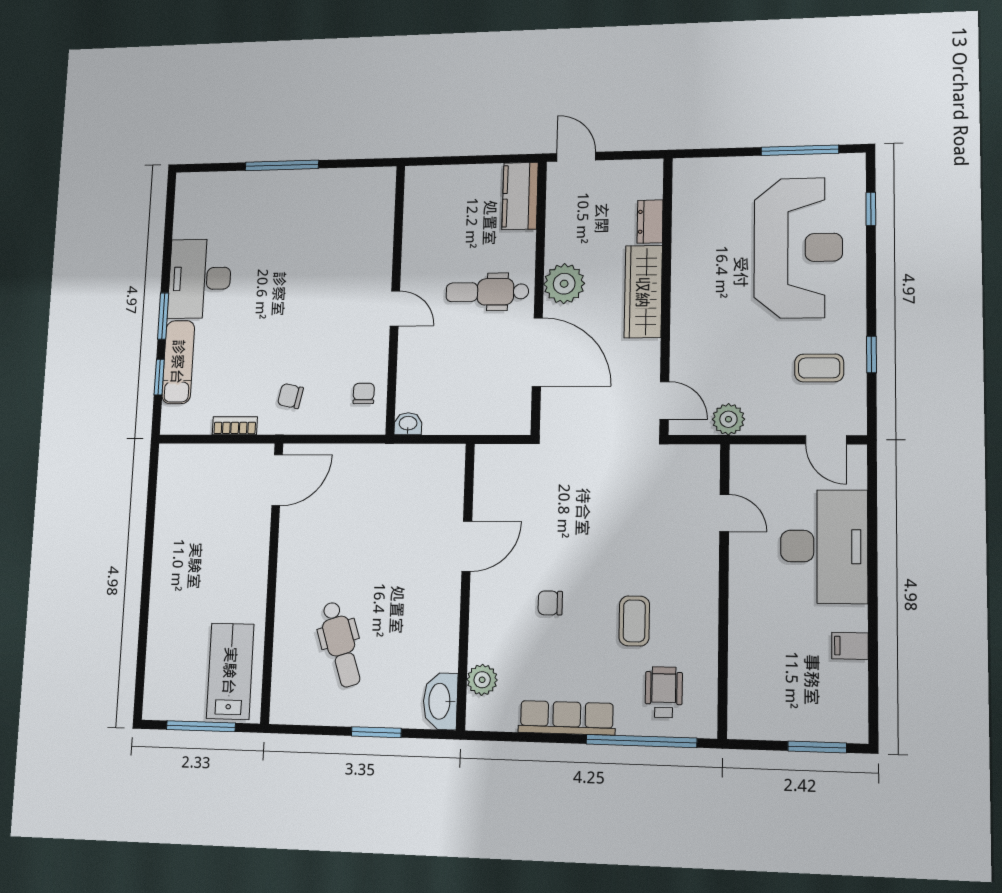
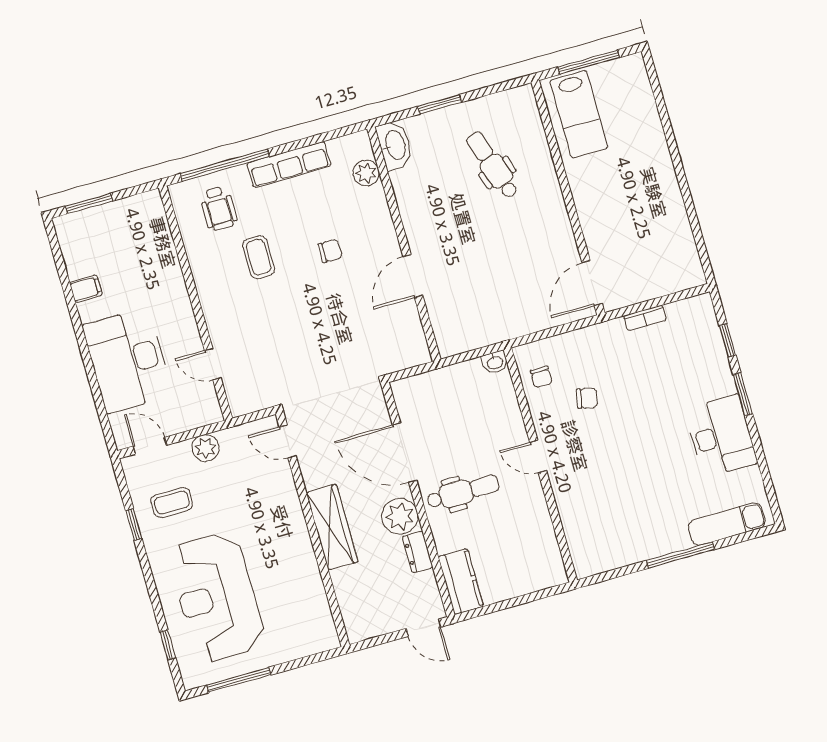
dresser: (650, 222) -> (418, 552), moved, turned 180
exam couch: (178, 362) -> (727, 524), moved, turned 90
chair: (290, 396) -> (587, 398), moved
plant: (728, 419) -> (205, 448), moved

